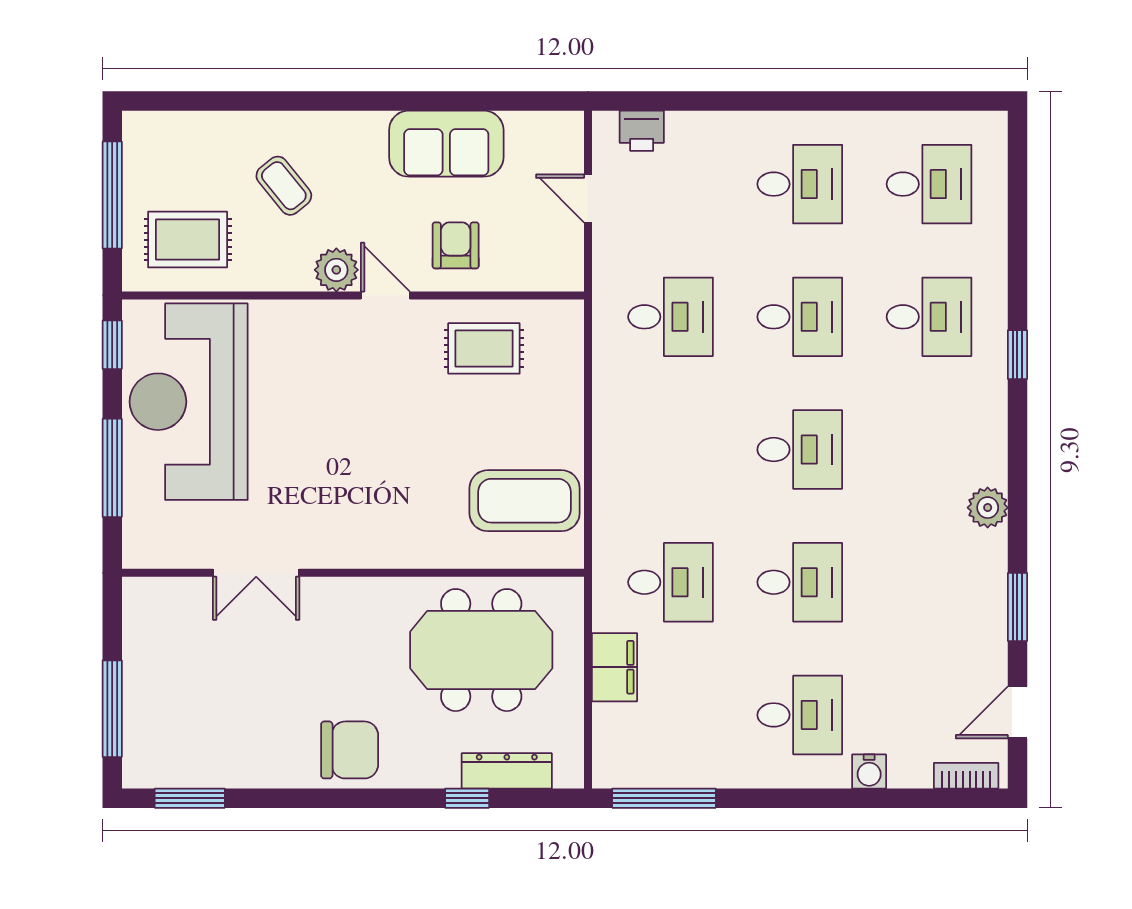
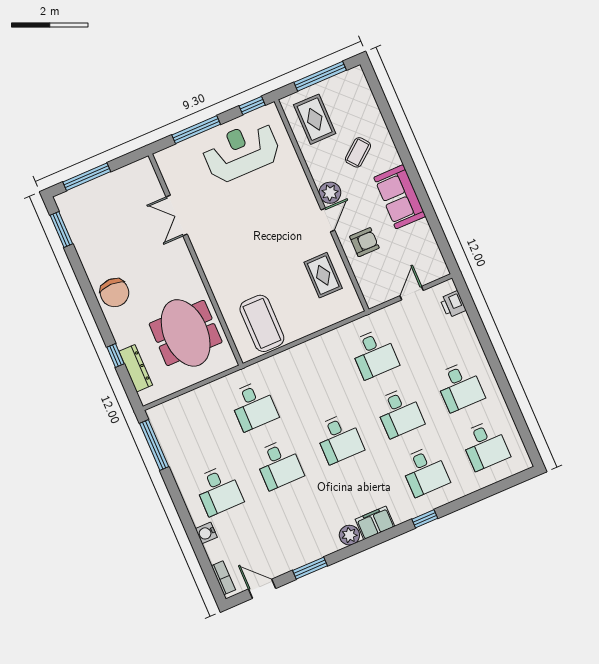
sofa: (446, 144) -> (400, 197), moved
reception desk: (189, 402) -> (241, 151), width x0.74, depth x0.77
filing cabinet: (614, 667) -> (375, 523), moved, turned 180

